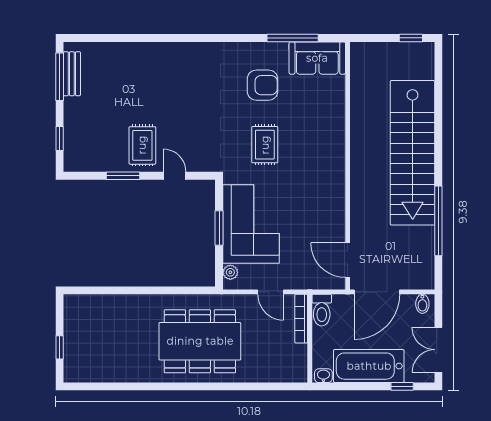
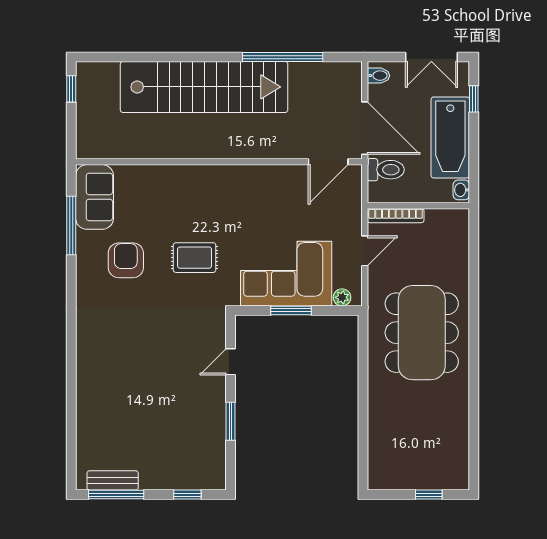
rug: (142, 145) -> (195, 399), removed
toilet: (322, 310) -> (386, 170), moved

